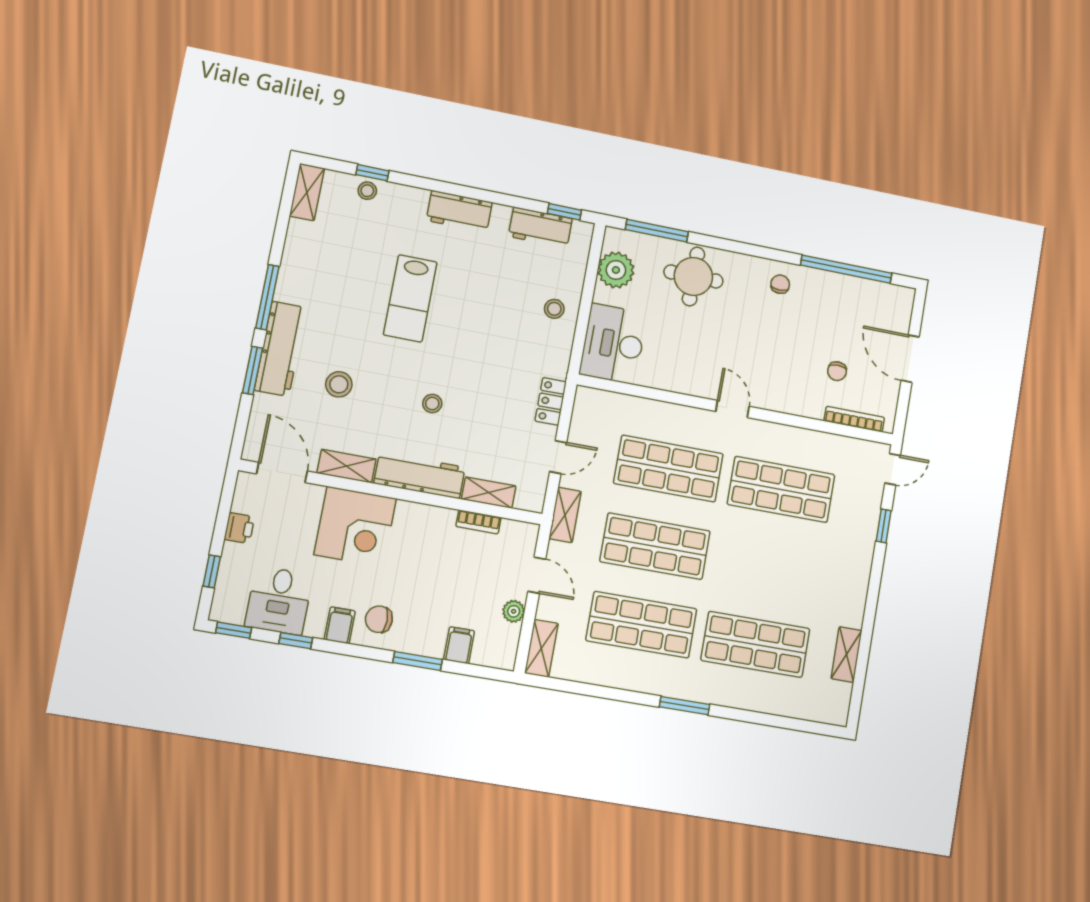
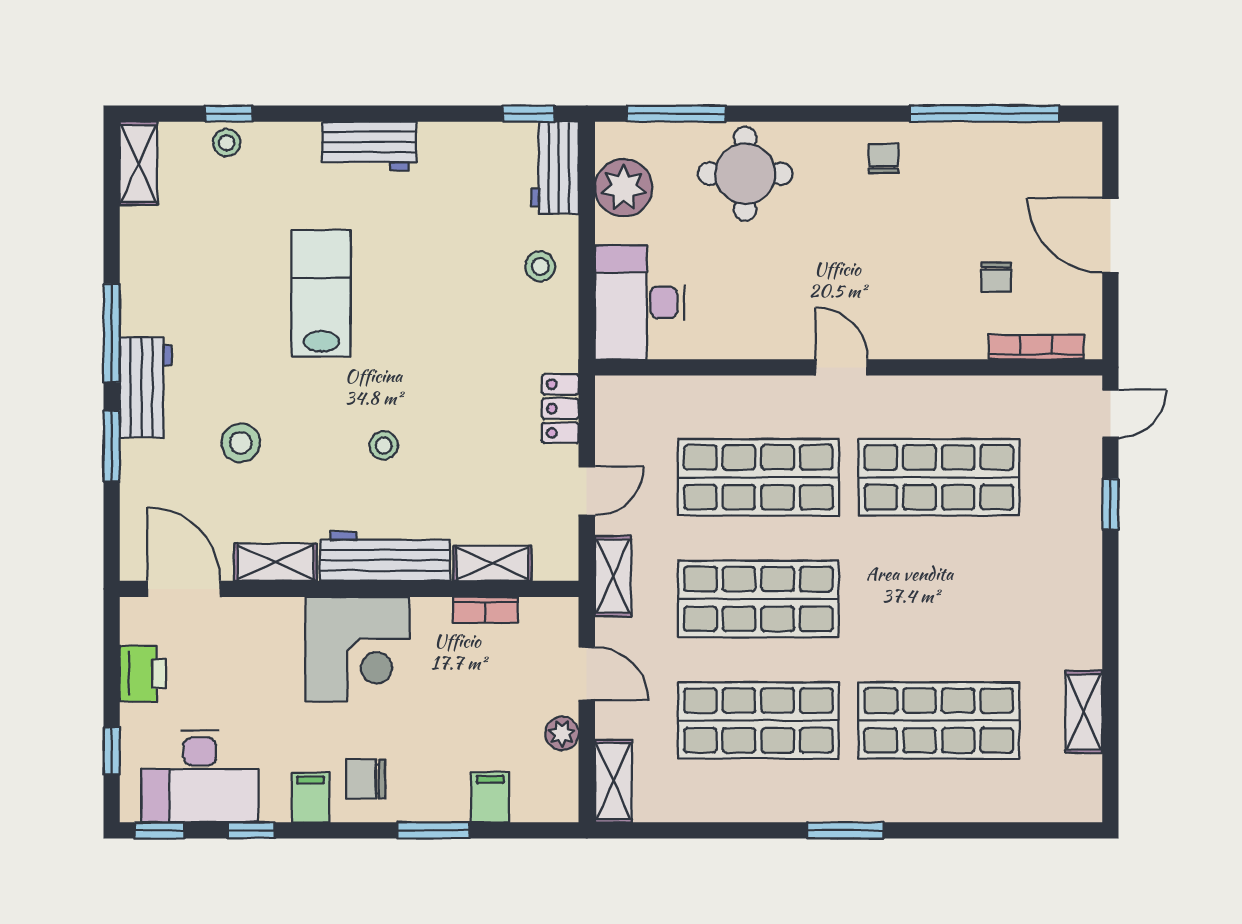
workbench: (540, 227) -> (555, 168), moved, turned 90
lab bench: (410, 298) -> (321, 293), turned 180
workbench: (280, 349) -> (146, 388), width x0.73
corner desk: (355, 527) -> (358, 649), moved
printer: (239, 528) -> (143, 674), width x1.36, depth x1.24
desk: (279, 600) -> (200, 776), width x1.37

